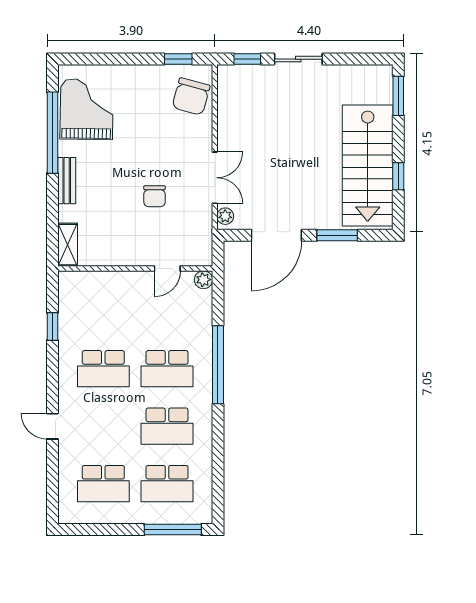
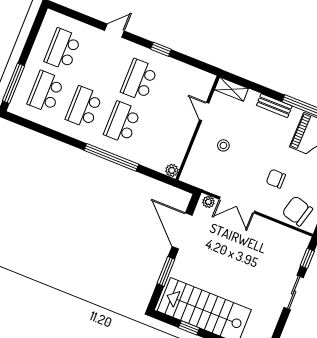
chair: (155, 196) -> (276, 179), moved
stool: (145, 226) -> (223, 145), added
door: (167, 269) -> (204, 111), moved
window: (52, 326) -> (161, 49), moved

